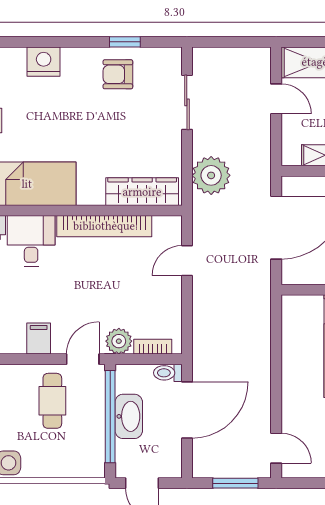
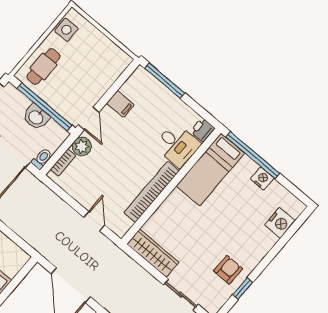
nightstand: (44, 62) -> (280, 223), moved
plant: (211, 175) -> (130, 274), removed
wardrobe: (142, 192) -> (153, 253), moved, turned -90
cafe table: (52, 401) -> (43, 67), moved, turned 90
washbasin: (129, 416) -> (36, 117), width x0.72

